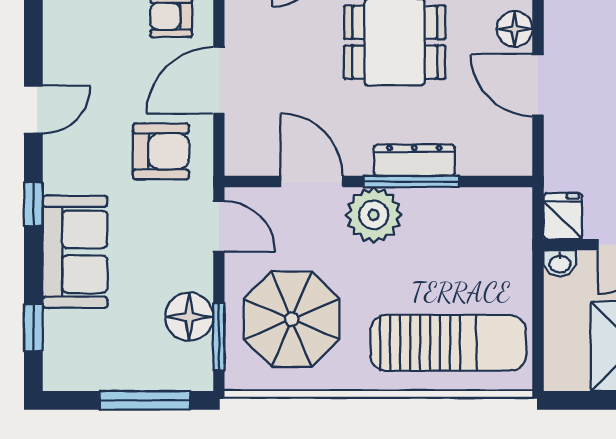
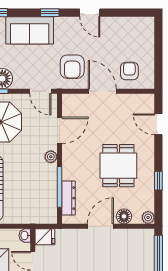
dresser: (414, 160) -> (68, 198), moved
window: (411, 182) -> (59, 187), moved
plant: (374, 215) -> (51, 157), width x0.53, depth x0.53
door: (219, 227) -> (40, 91), hinge flipped

